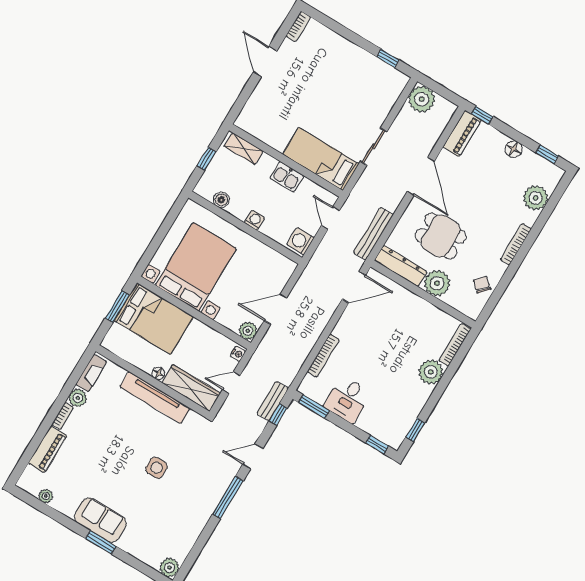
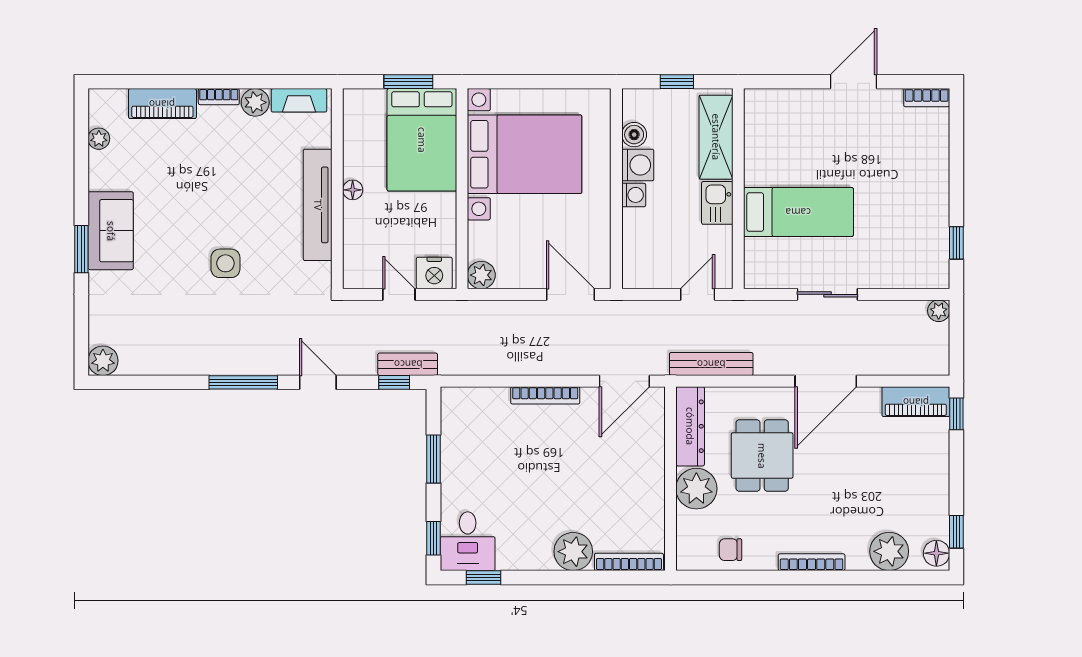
plant: (422, 99) -> (939, 311), width x0.53, depth x0.53
shelving: (244, 149) -> (716, 137), width x1.50, depth x1.33
floor lamp: (514, 149) -> (936, 553), moved
bed: (321, 159) -> (798, 212), moved, turned 90
washing machine: (300, 241) -> (638, 165), moved, turned 90
chair: (482, 285) -> (730, 550), turned -132
door: (354, 287) -> (624, 381), hinge flipped
door: (275, 309) -> (570, 294), moved
nightstand: (238, 354) -> (434, 273), width x1.89, depth x1.79
bookcase: (323, 356) -> (545, 395), moved
wardrobe: (191, 388) -> (360, 245), removed
desk: (347, 399) -> (468, 541), moved, turned -90
window: (314, 407) -> (433, 459), moved

